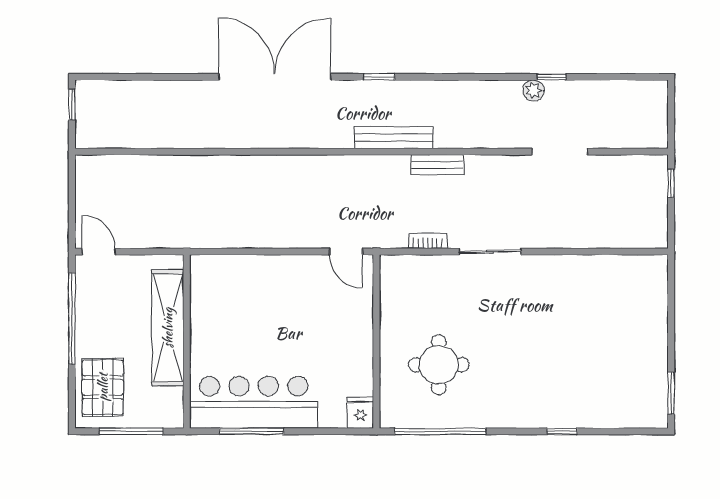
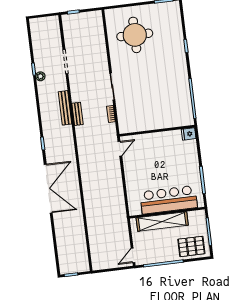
double door: (275, 77) -> (48, 189), swing flipped
bench: (394, 138) -> (65, 108), moved
round table: (439, 365) -> (135, 35), moved, width x1.36, depth x1.36
bar counter: (254, 402) -> (169, 200), moved, turned 90

